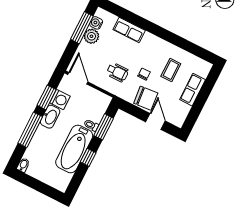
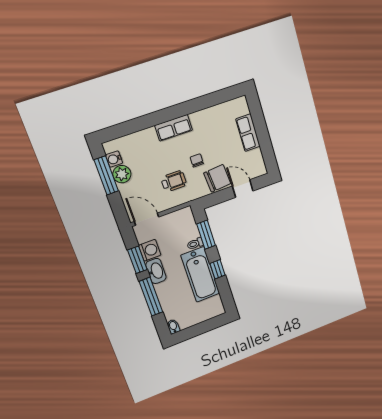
row of seats: (129, 30) -> (174, 128), moved
coffee table: (171, 70) -> (215, 135), removed

